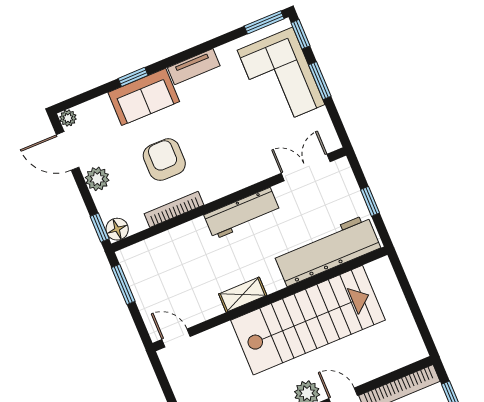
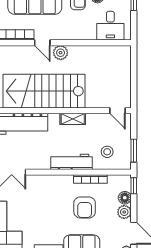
workbench: (242, 214) -> (71, 162), moved
floor lamp: (117, 229) -> (125, 198), moved
stool: (165, 265) -> (107, 152), added

